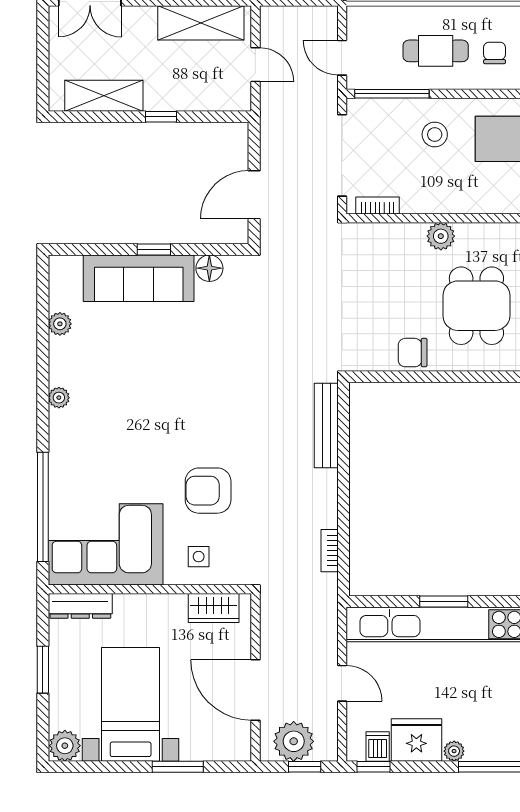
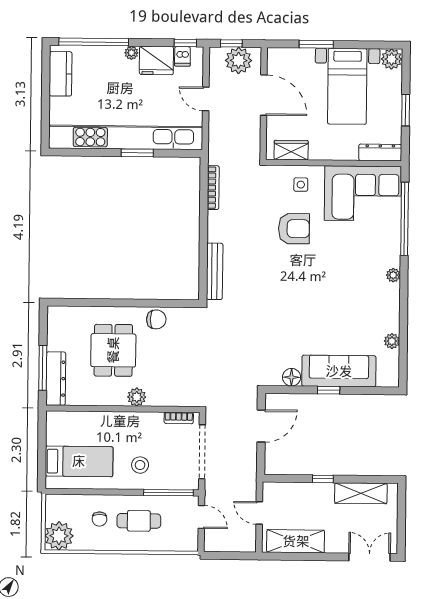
plant: (59, 398) -> (393, 275), moved
bookcase: (330, 551) -> (213, 188), width x1.56

